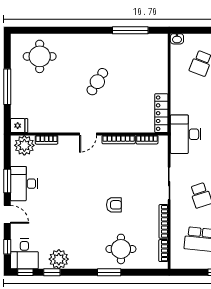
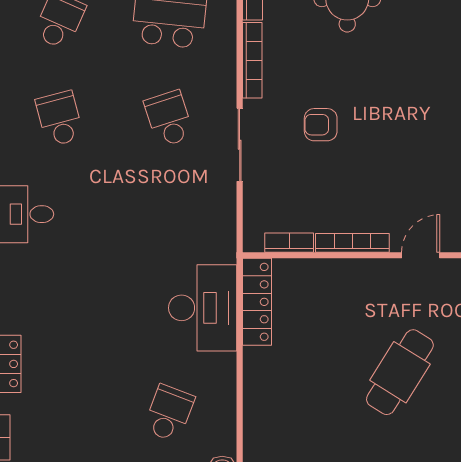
cafe table: (97, 82) -> (400, 372), width x1.37, depth x1.35
desk: (186, 134) -> (203, 308), moved
armchair: (114, 205) -> (321, 125), moved

